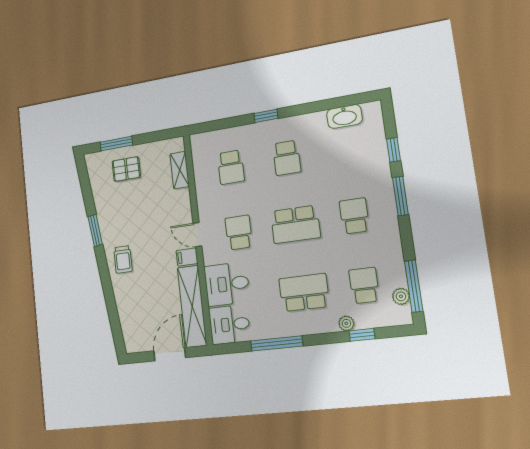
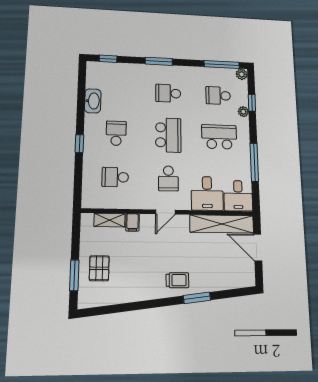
washbasin: (344, 116) -> (93, 101), moved
window: (394, 150) -> (108, 59), moved
school desk: (287, 158) -> (116, 133), turned -90
school desk: (231, 167) -> (115, 177), turned 180
window: (95, 230) -> (197, 298), moved
school desk: (239, 233) -> (168, 178), turned -90
filing cabinet: (187, 257) -> (132, 222), moved
school desk: (304, 293) -> (219, 137), turned 90
plant: (401, 296) -> (242, 74), moved

